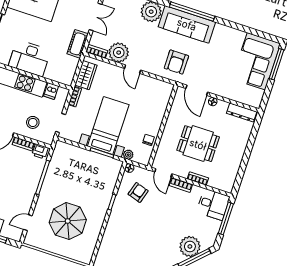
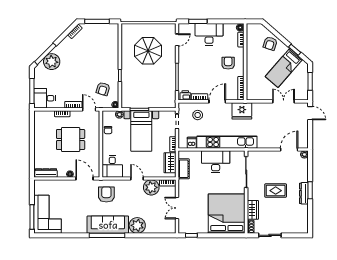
cot: (78, 44) -> (184, 169), moved
desk: (158, 94) -> (112, 166), added

